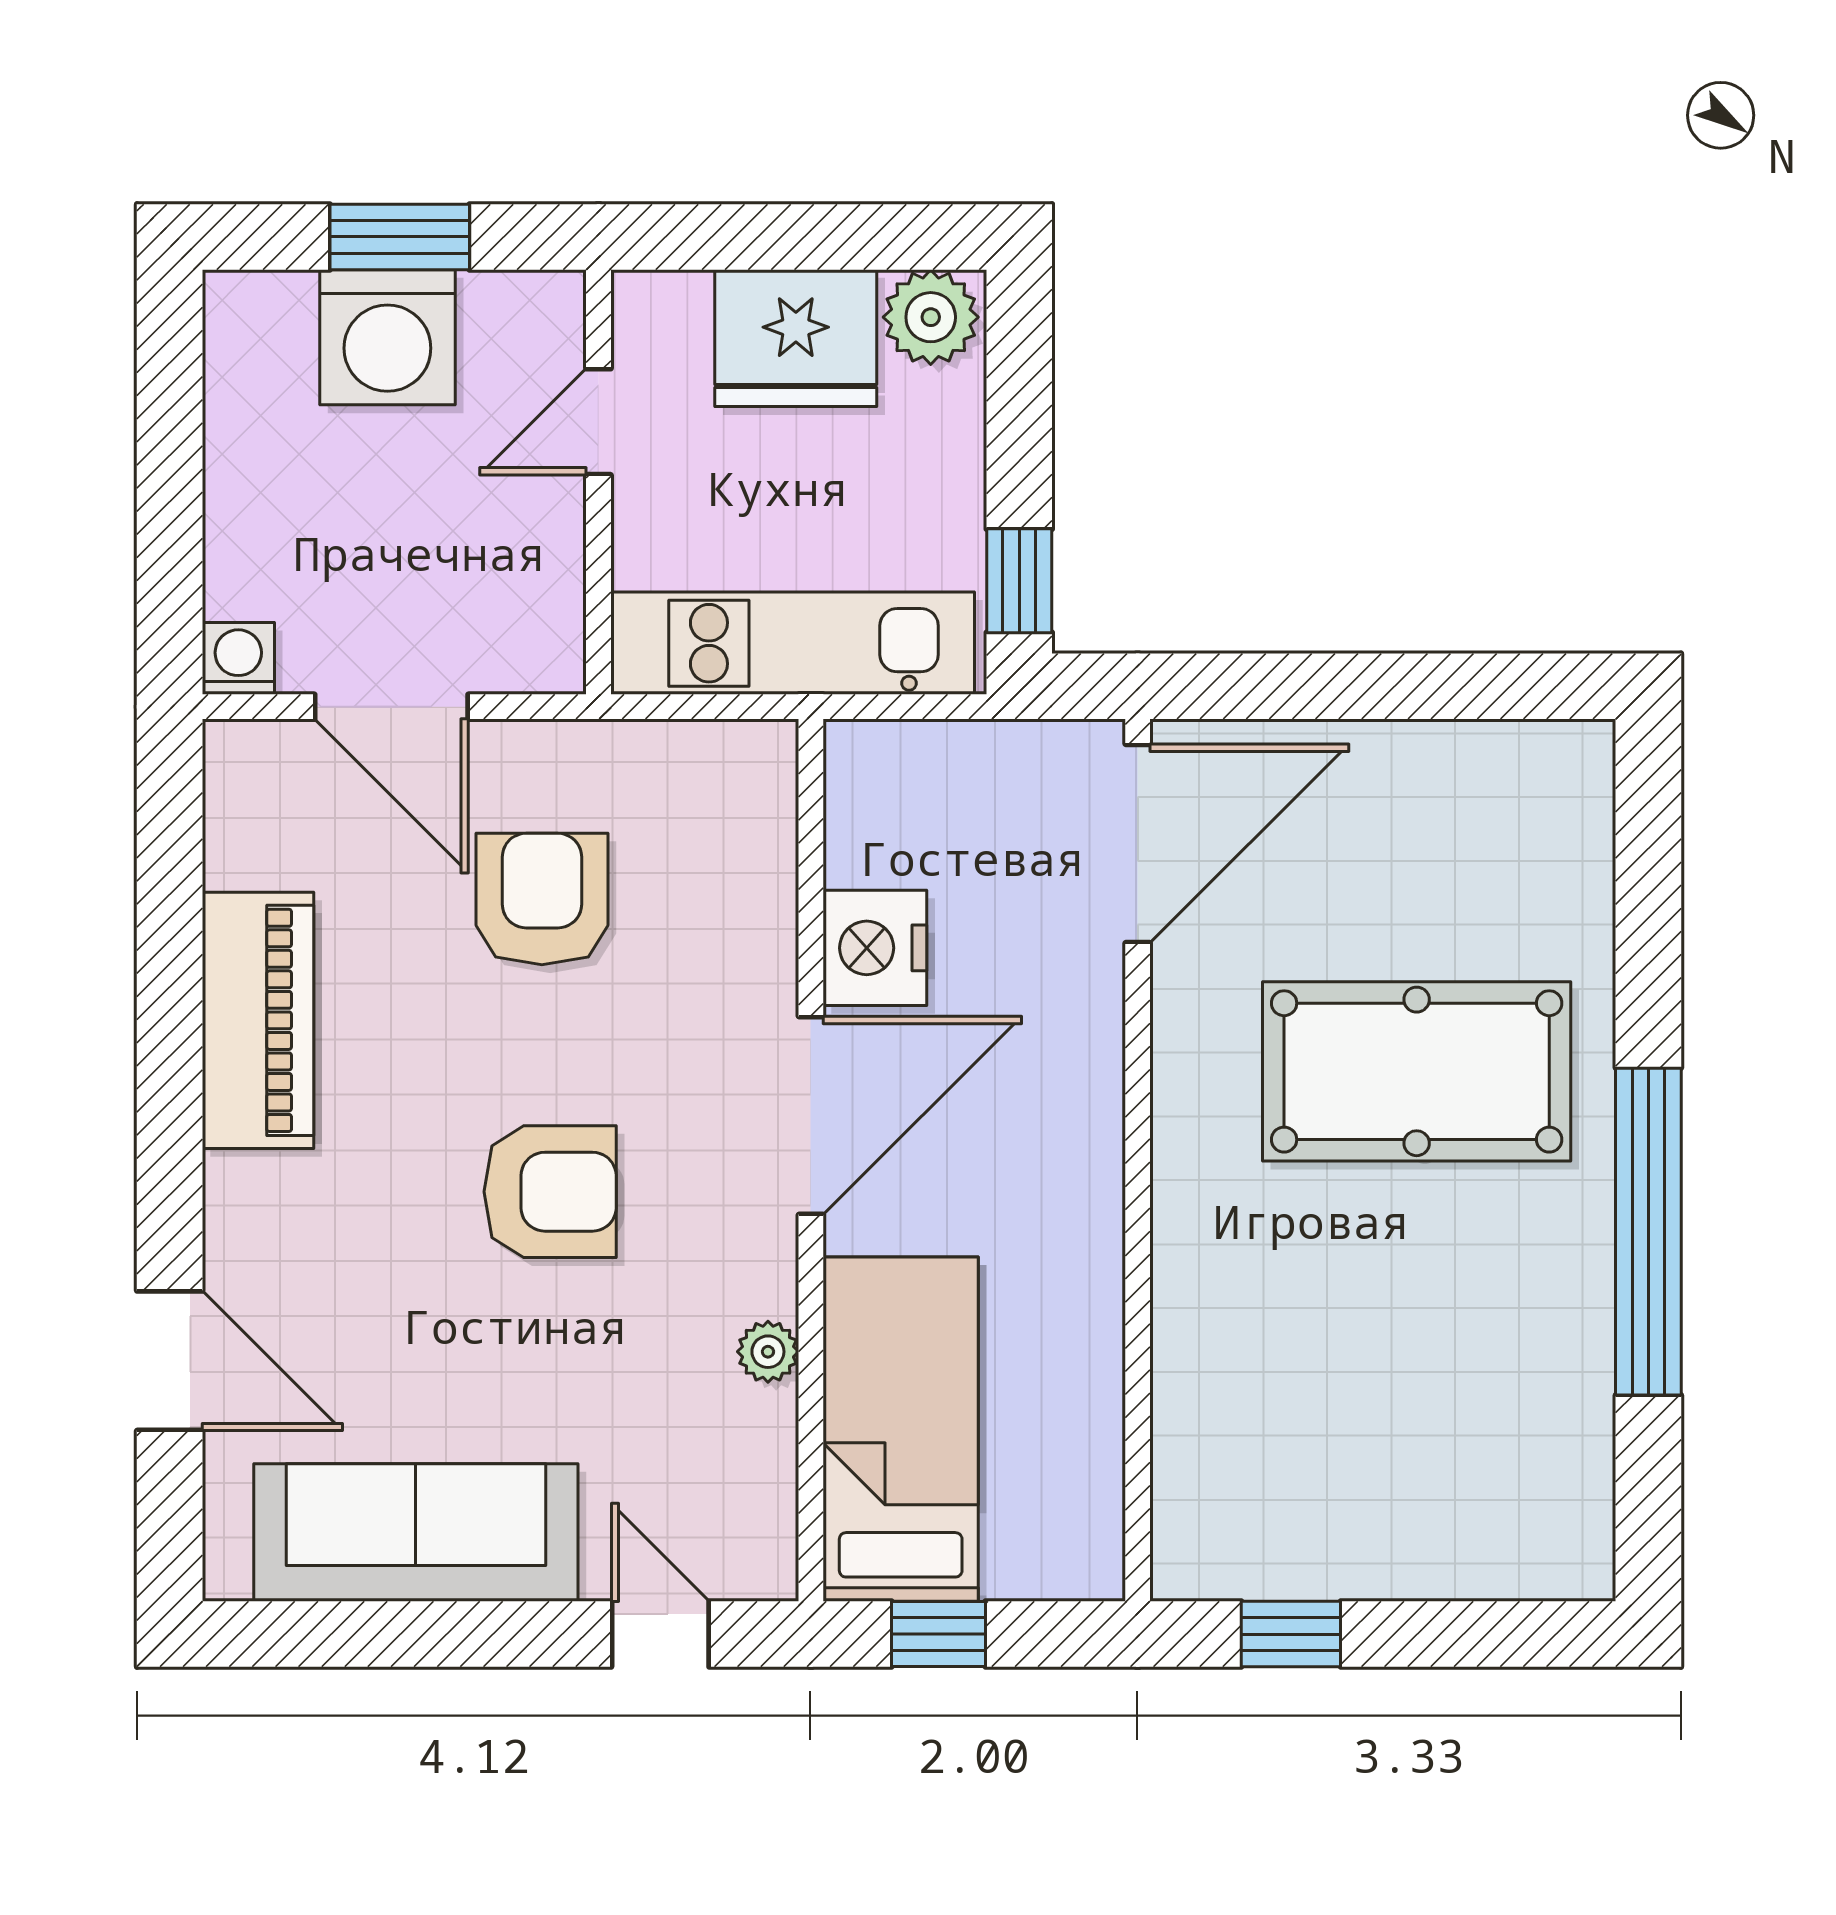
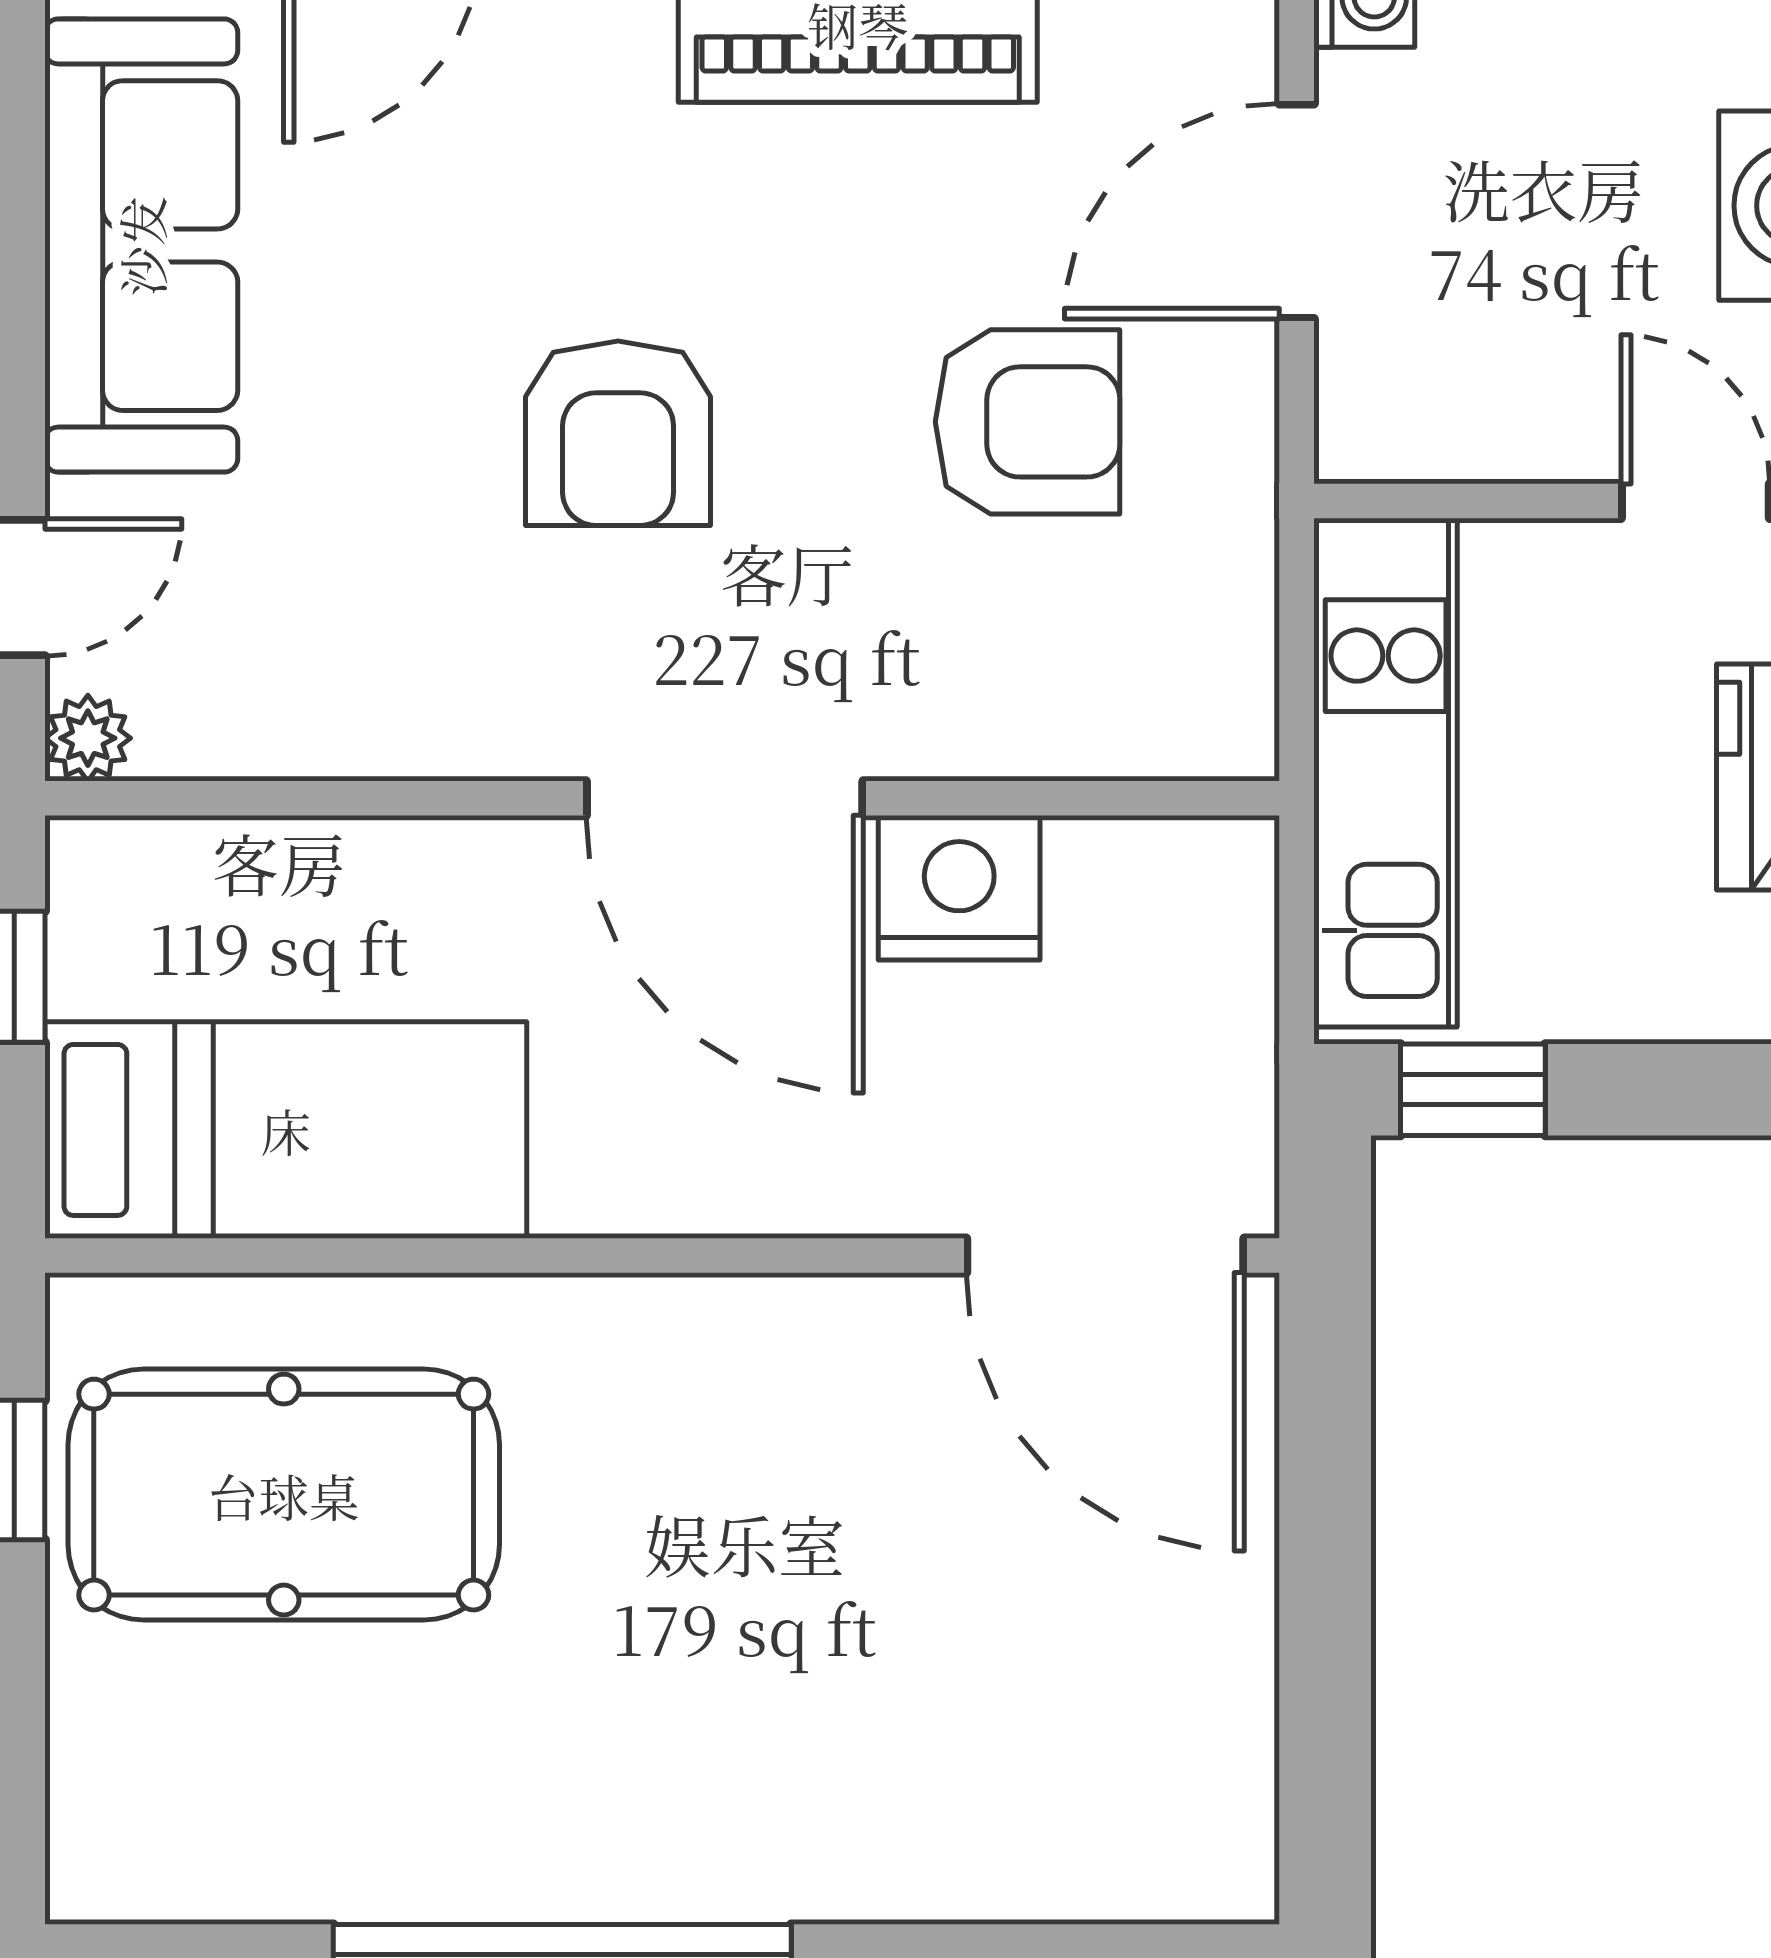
pool table: (1417, 1071) -> (284, 1495), moved, turned 90
plant: (768, 1352) -> (88, 738), moved
bed: (901, 1429) -> (286, 1130), moved

